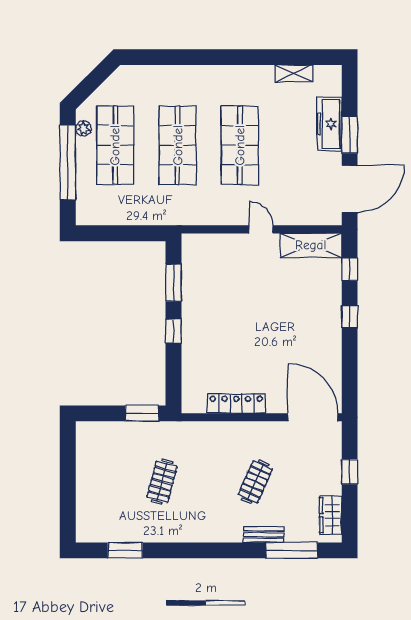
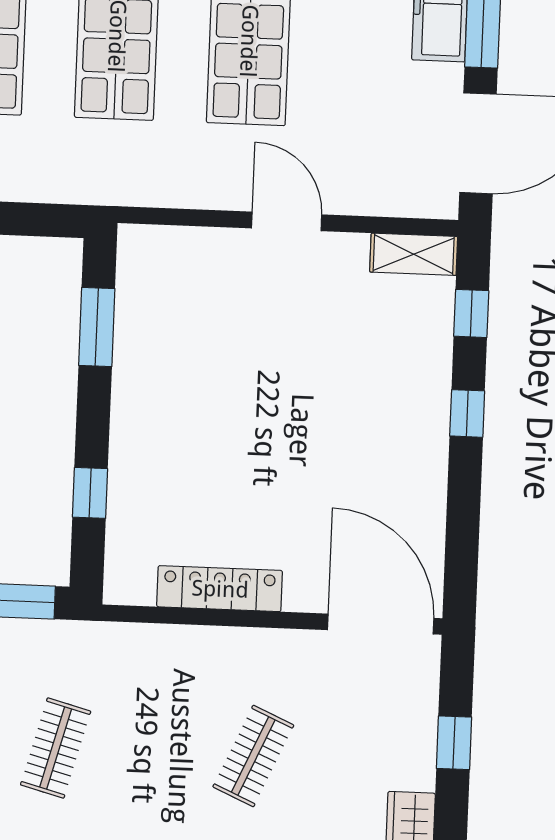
door: (261, 229) -> (287, 221), width x1.38
shelving: (311, 245) -> (414, 254), width x0.67, depth x0.75
window: (173, 331) -> (90, 493), moved

